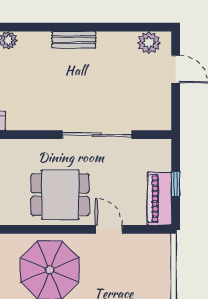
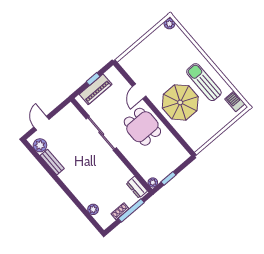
bench: (74, 40) -> (52, 162), moved
piano: (160, 199) -> (96, 89), moved

